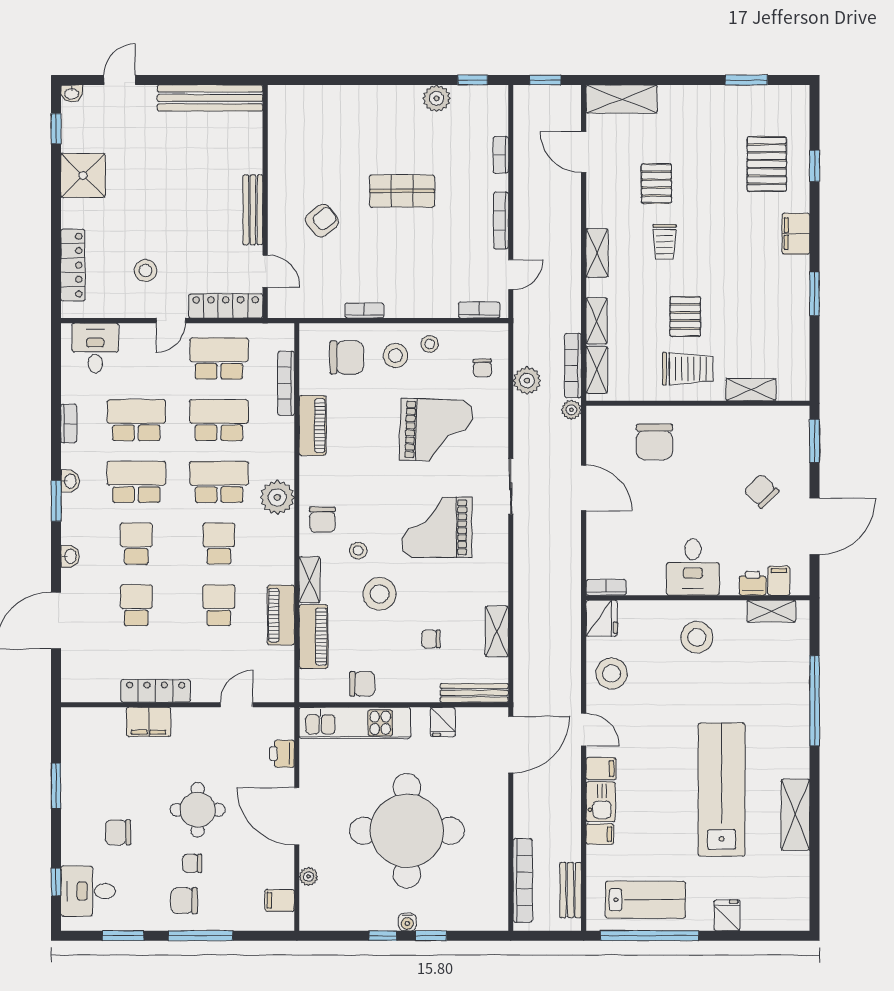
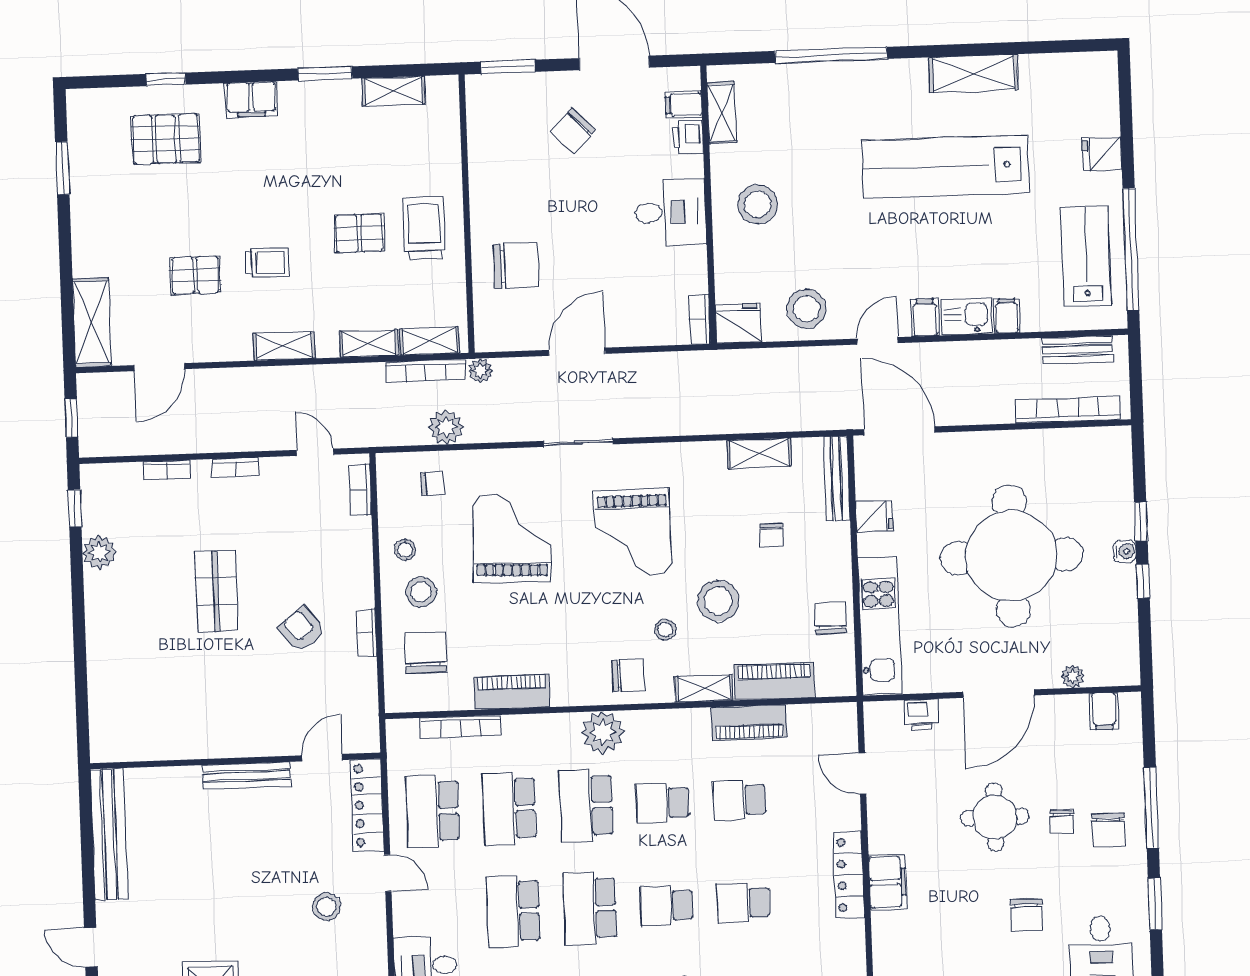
armchair: (322, 221) -> (302, 629), moved
bookcase: (501, 221) -> (235, 467), width x0.64
shelving: (751, 390) -> (394, 91), moved, turned 90

